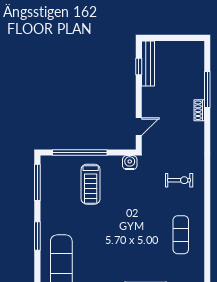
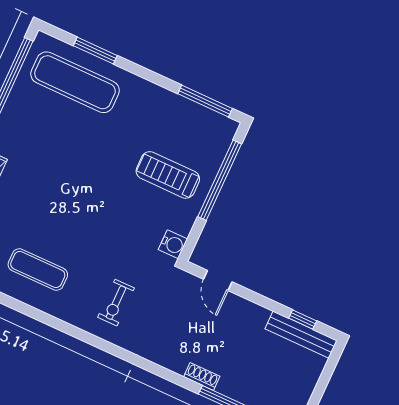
window: (37, 236) -> (95, 51), moved

